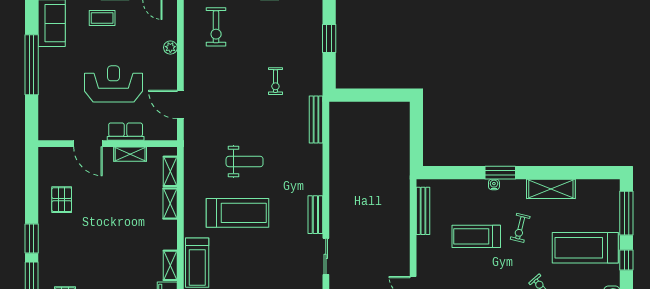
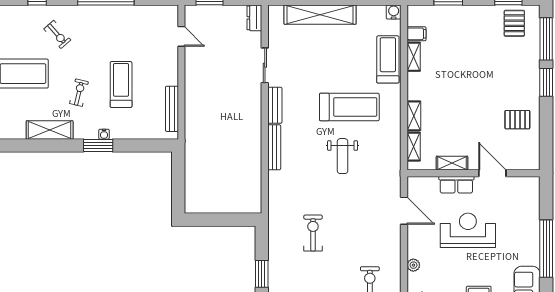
exercise bike: (275, 81) -> (313, 233), width x1.38, depth x1.39
reception desk: (113, 84) -> (468, 230), turned 180
bench: (316, 120) -> (274, 147), moved
weight bench: (245, 161) -> (343, 156), turned -90
pallet: (62, 200) -> (517, 120), turned 90
treadmill: (237, 213) -> (349, 107), turned 180
treadmill: (476, 236) -> (121, 84), turned -90

